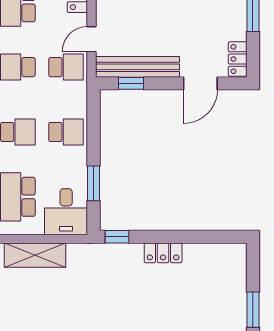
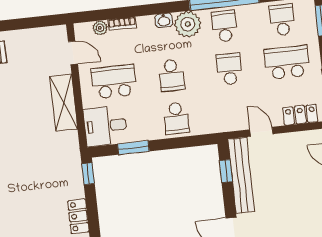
school desk: (66, 67) -> (234, 112), removed

